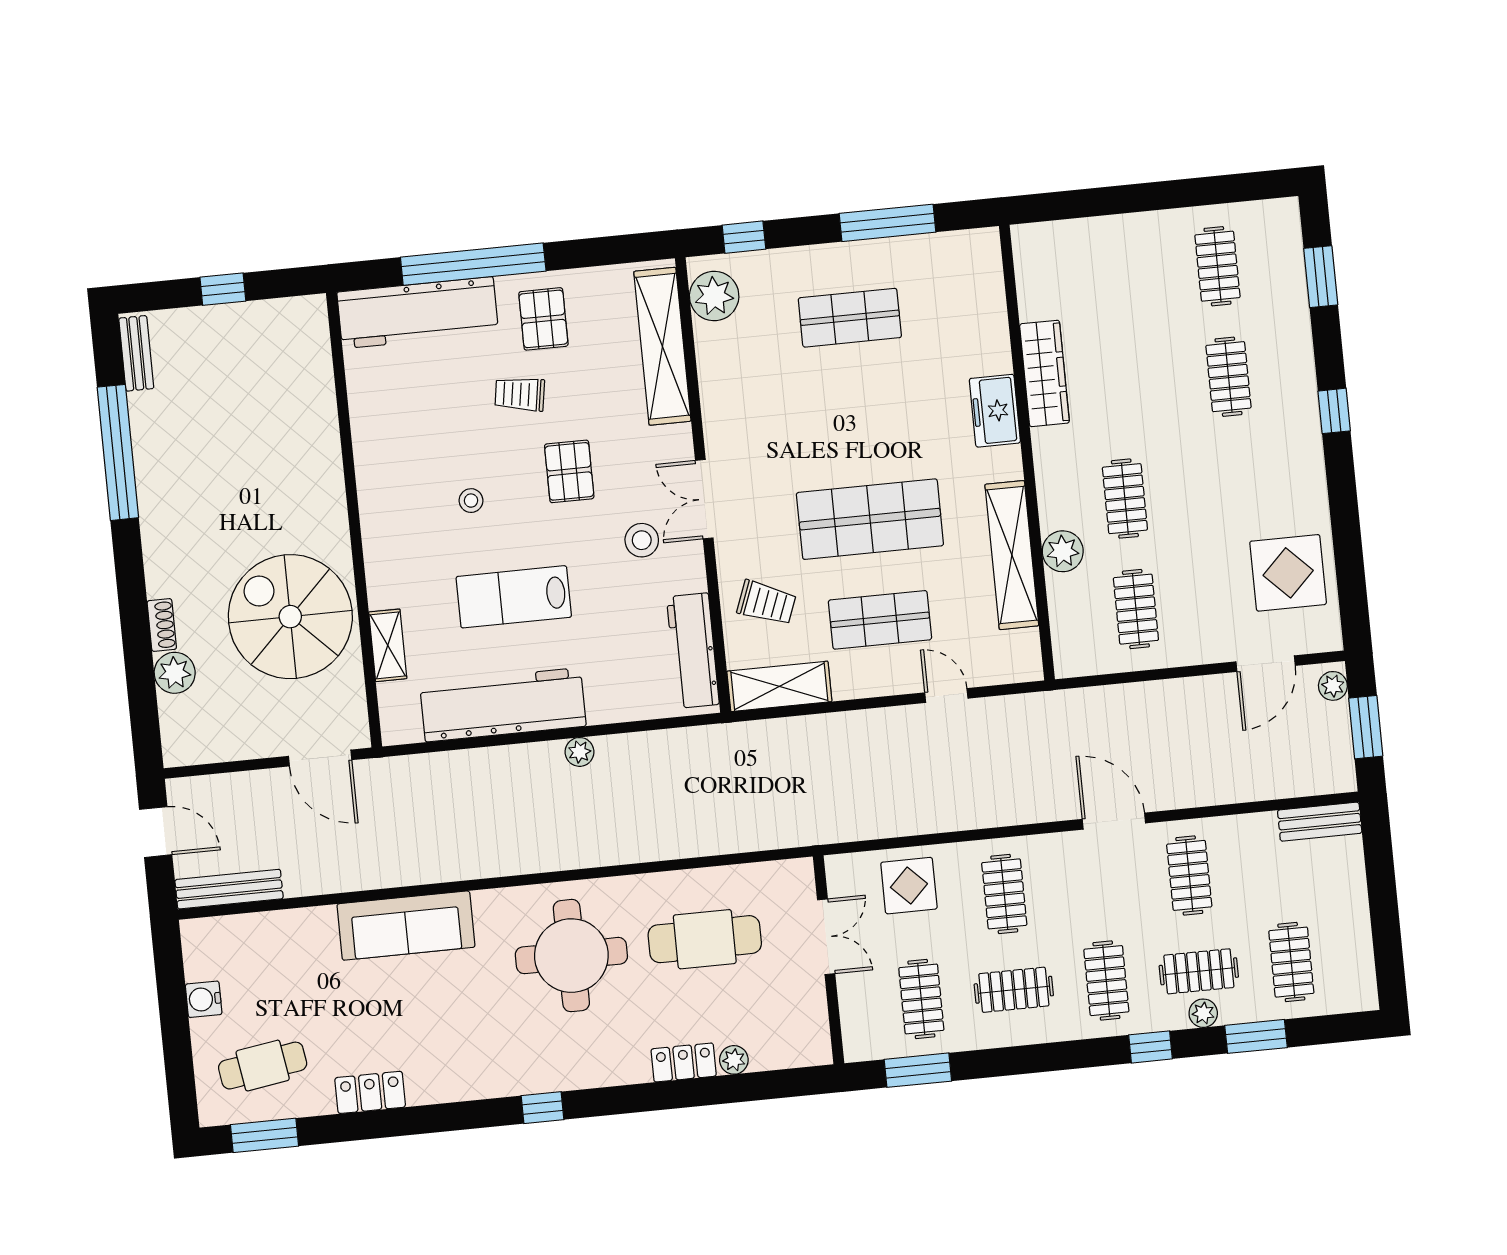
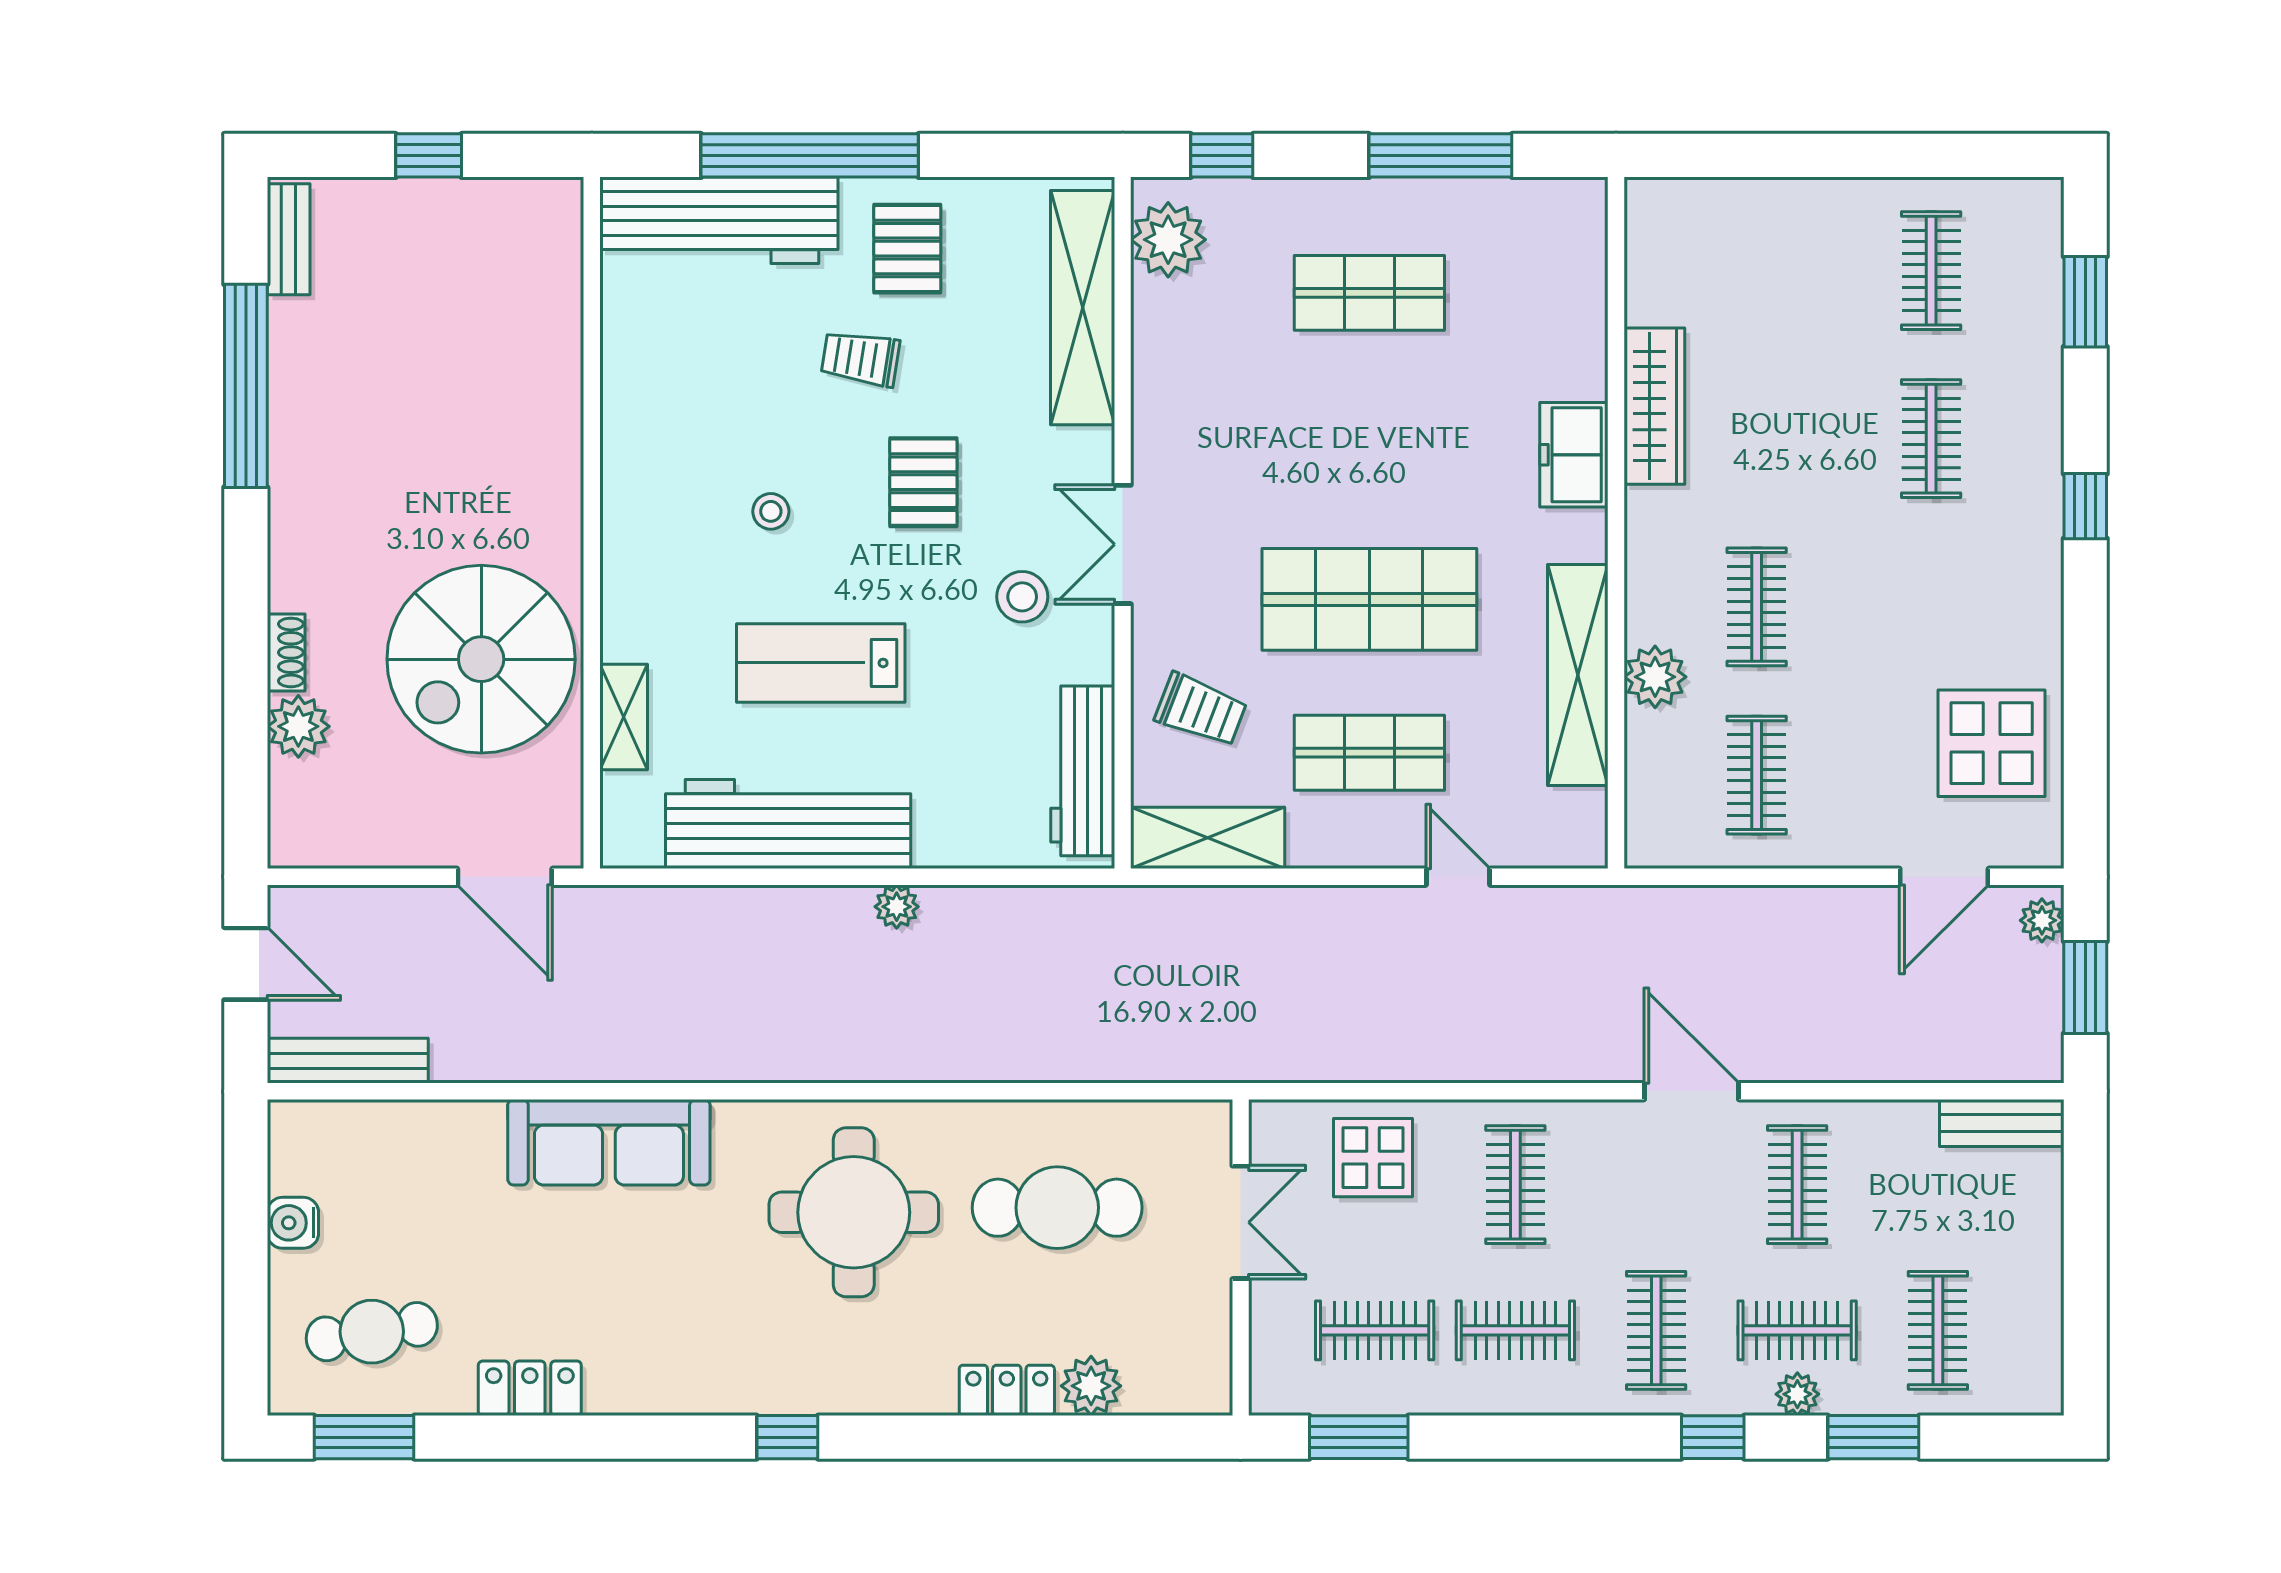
spiral stairs: (290, 617) -> (481, 659), turned -90
clothes rail: (921, 999) -> (1375, 1330), turned 90
plant: (734, 1060) -> (1091, 1386), width x1.38, depth x1.38

